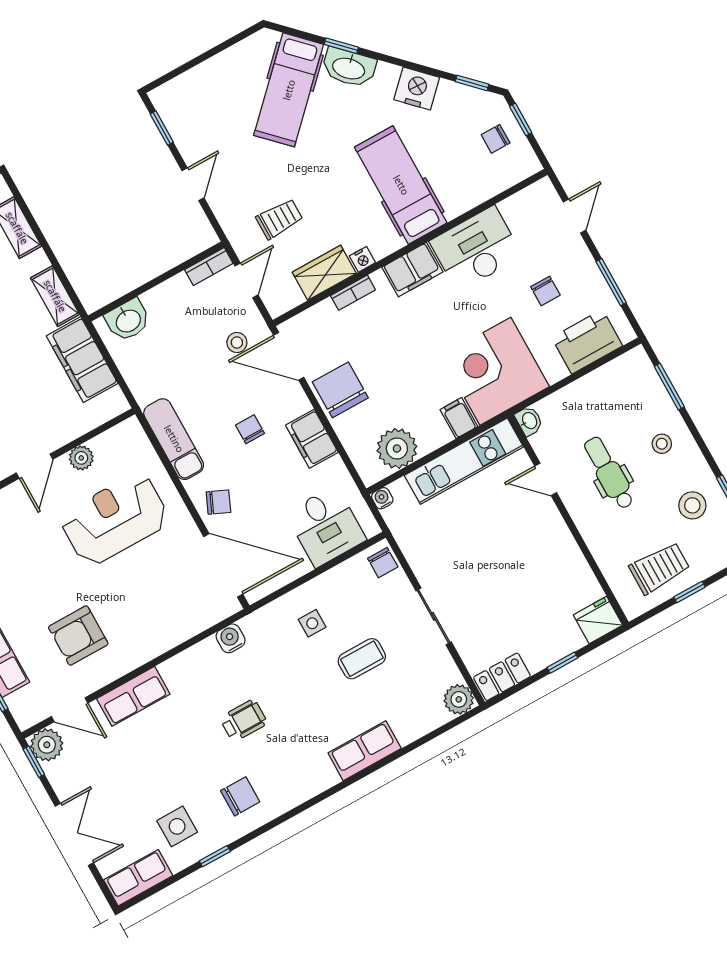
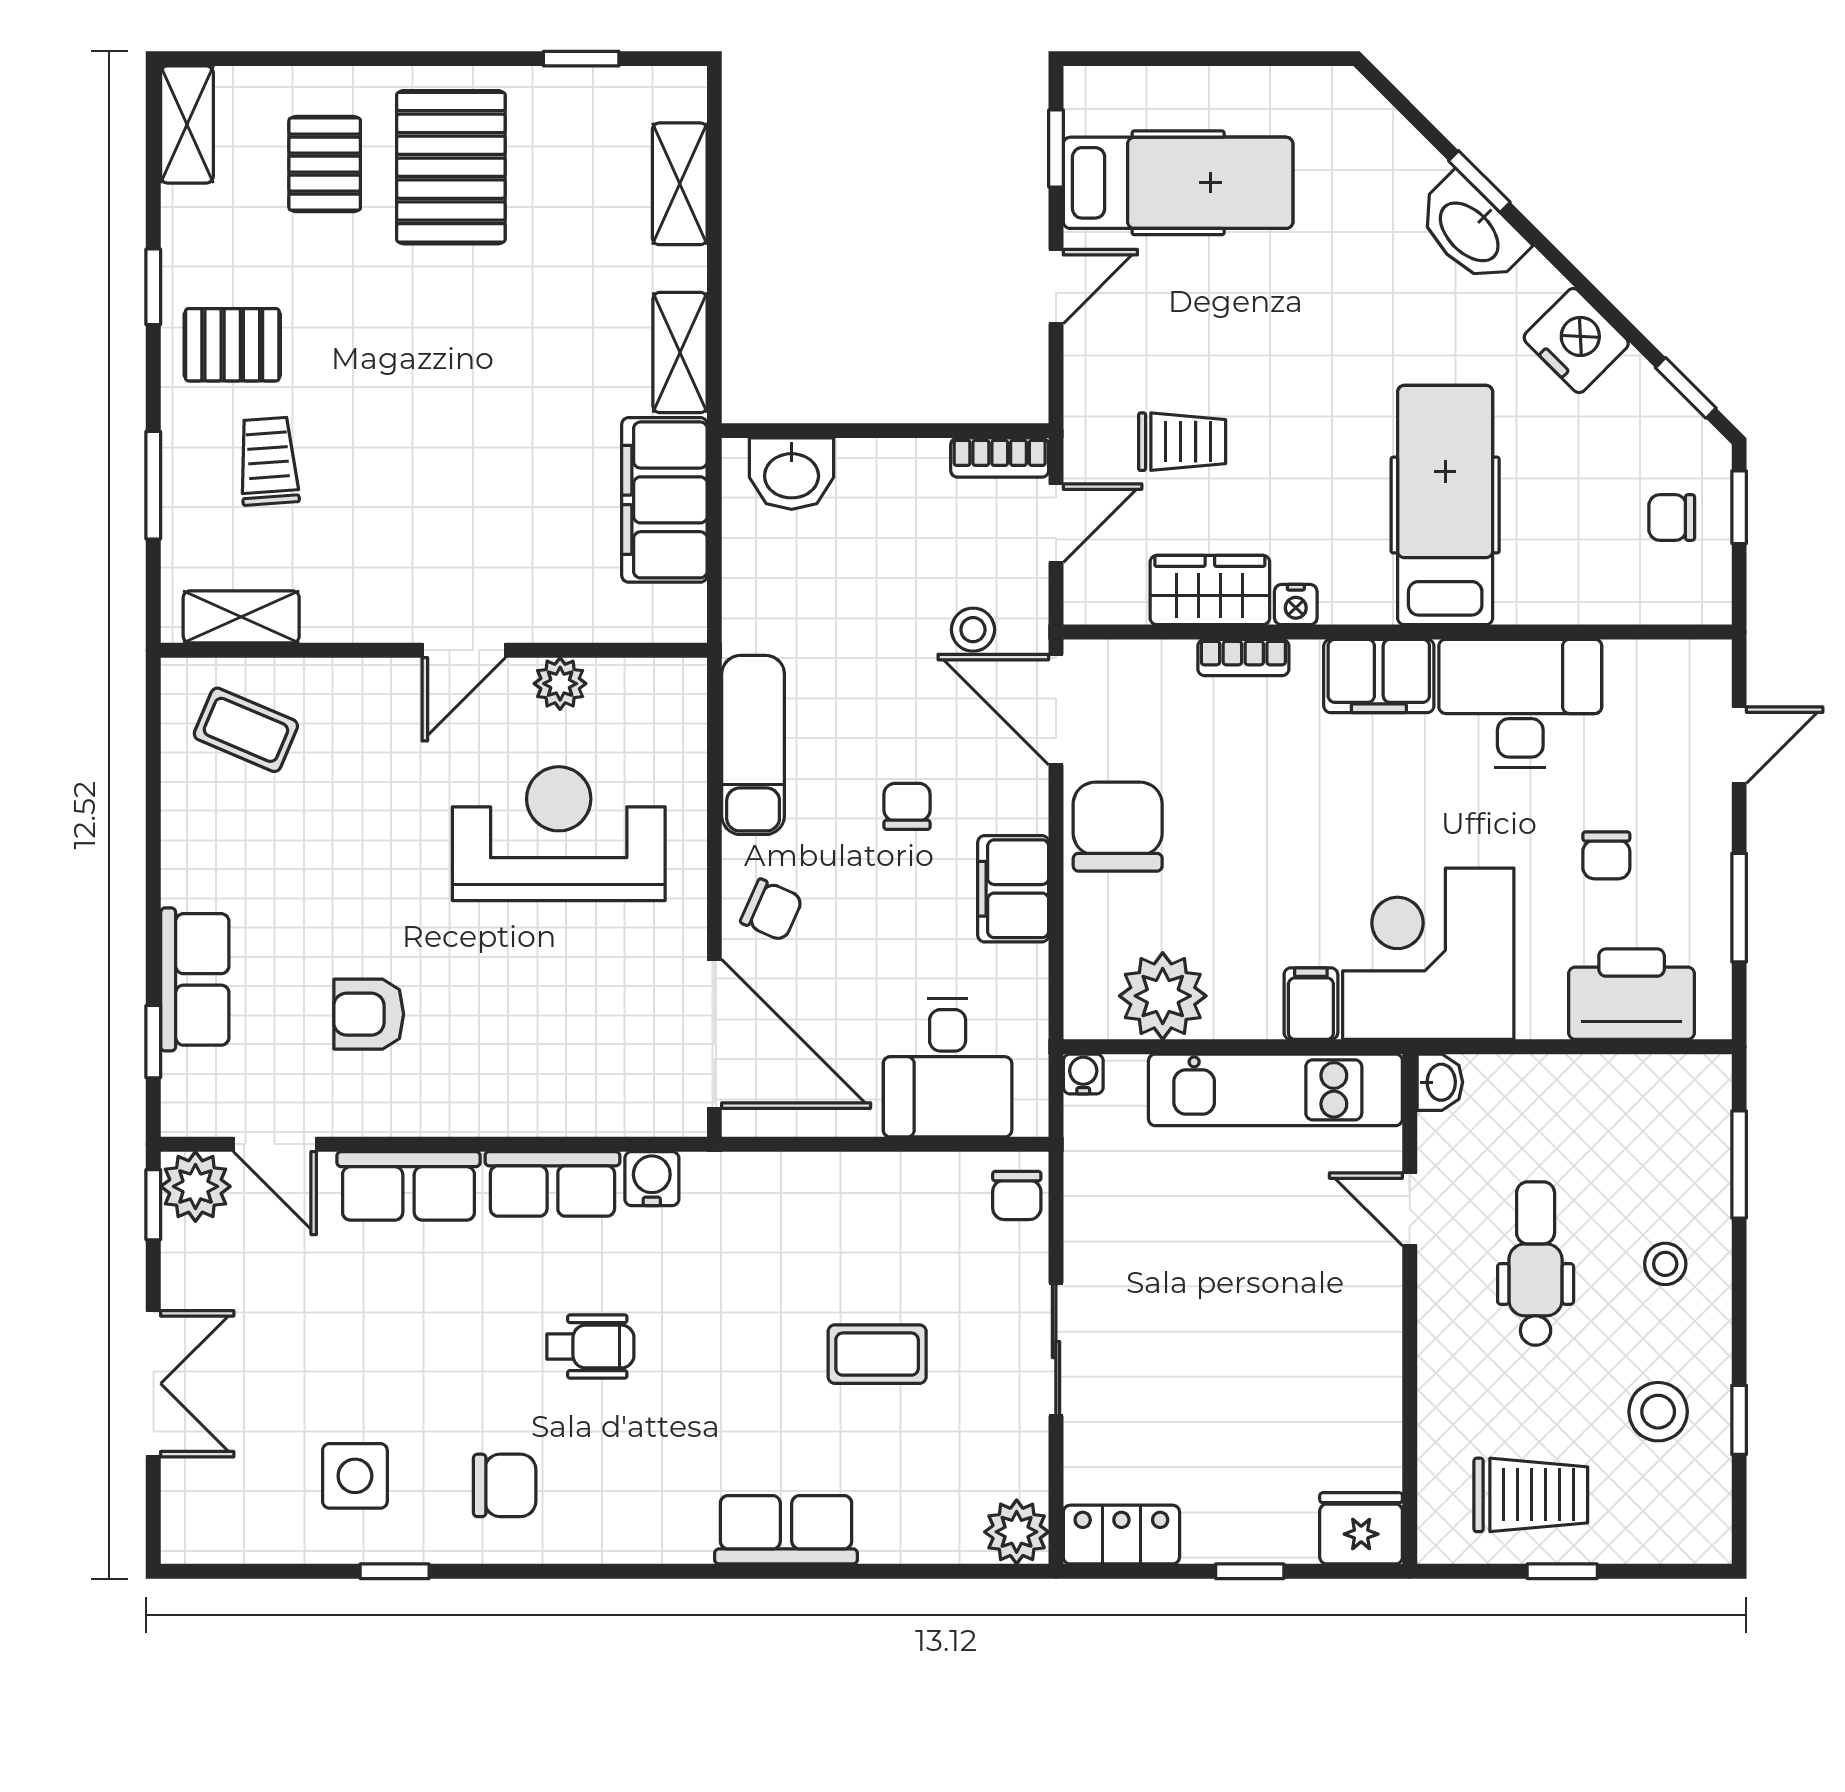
hospital bed: (289, 90) -> (1178, 183), moved, turned -135
side table: (312, 623) -> (821, 1236), removed
armchair: (78, 636) -> (369, 1014), width x0.72, depth x0.72
row of seats: (138, 878) -> (552, 1184), moved, turned 180

